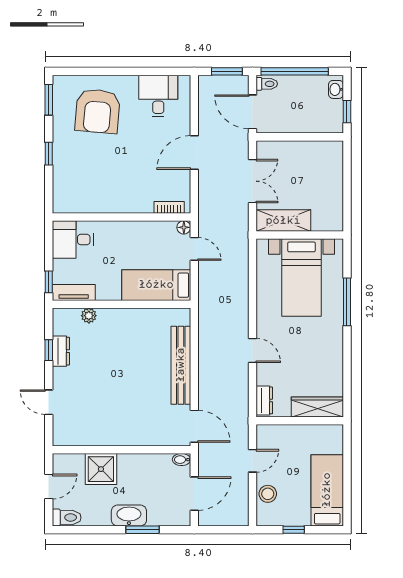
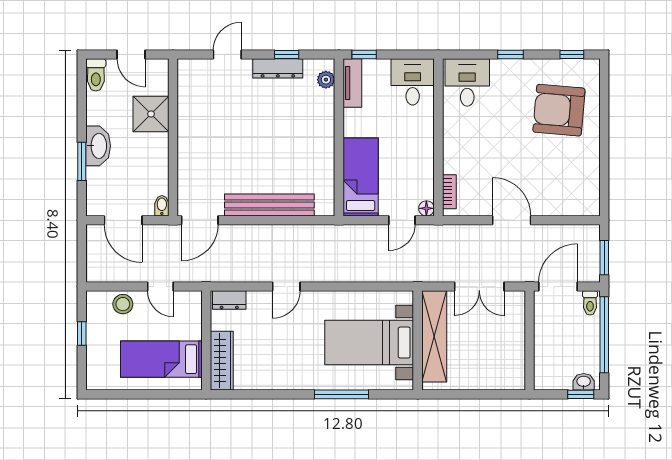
desk: (158, 96) -> (467, 82), moved, turned -90
window: (49, 100) -> (572, 54), width x0.67
window: (347, 112) -> (581, 394), moved
shelving: (283, 221) -> (434, 336), width x1.47
plant: (89, 316) -> (326, 80), moved
dresser: (61, 351) -> (278, 68), width x1.44
bed: (327, 490) -> (161, 359), moved, turned 180

